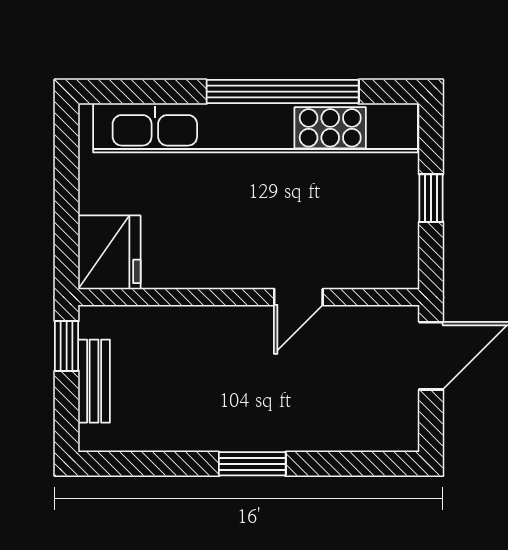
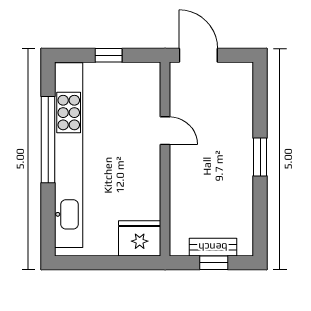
window: (67, 346) -> (214, 263), moved

